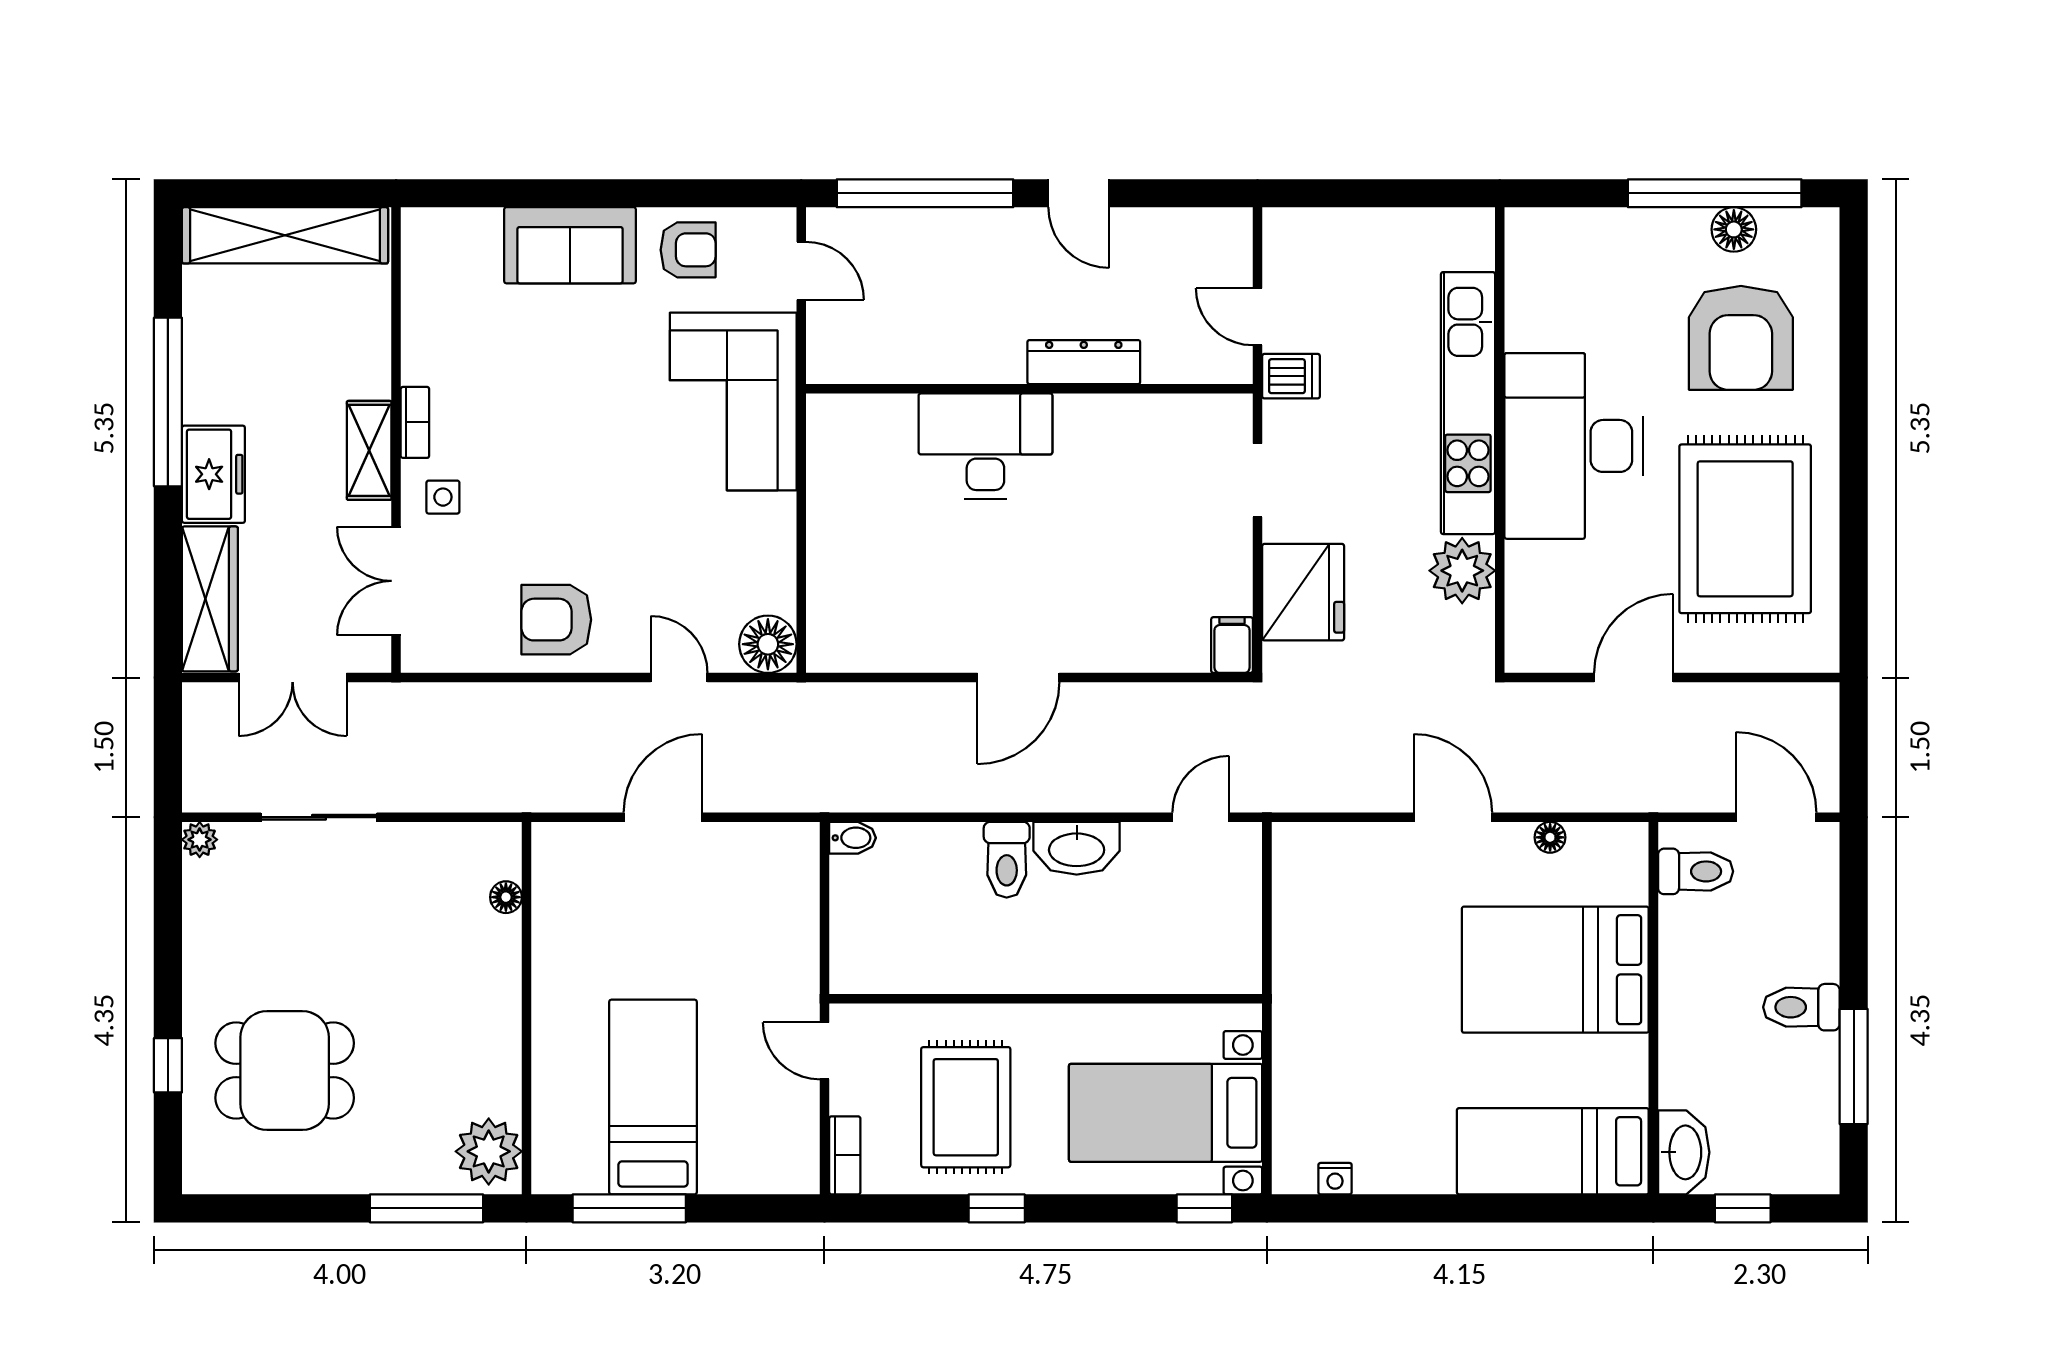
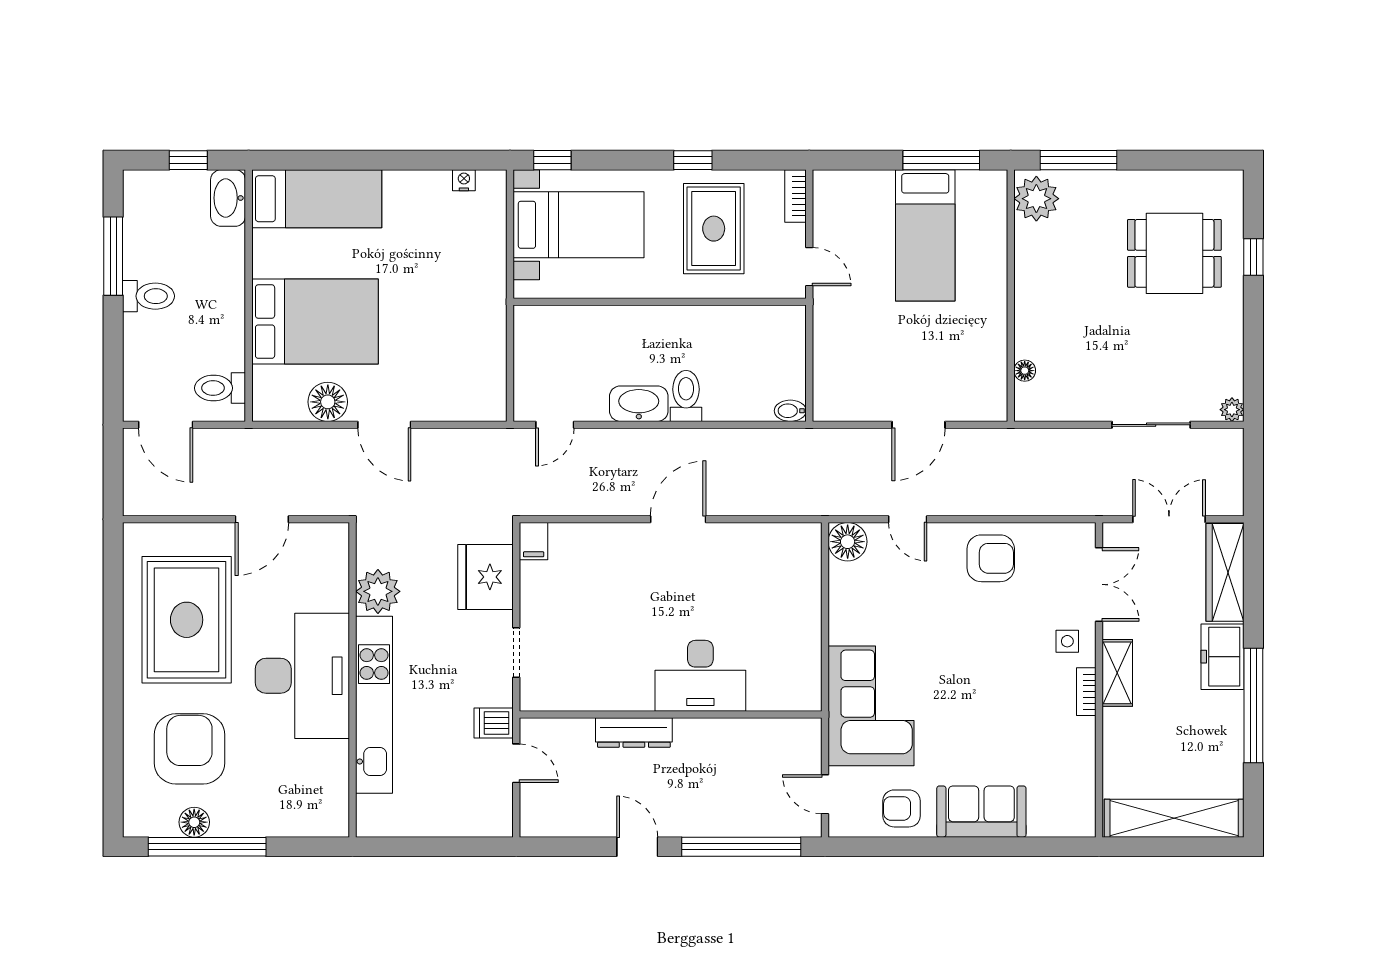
floor lamp: (1550, 837) -> (328, 402), width x1.89, depth x1.89

